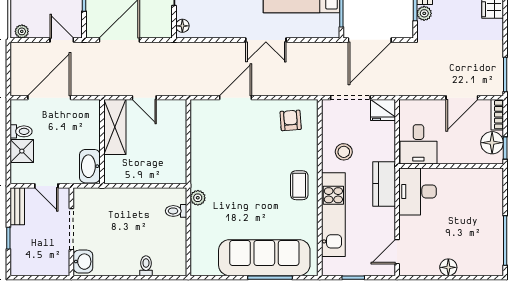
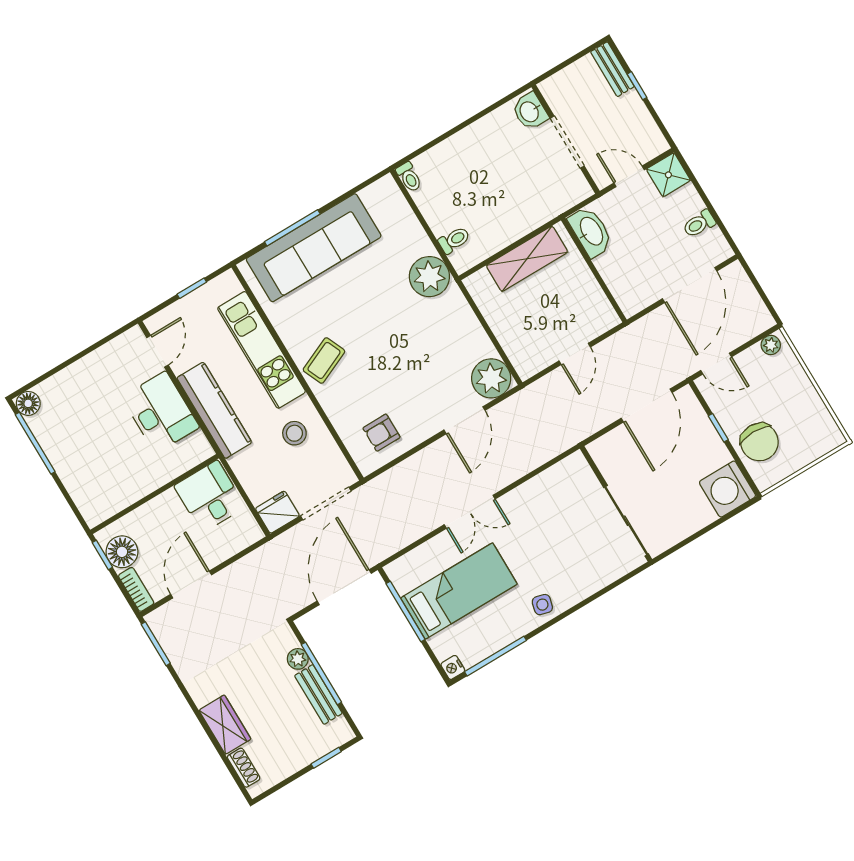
floor lamp: (182, 26) -> (581, 468), removed
double door: (266, 40) -> (470, 512), swing flipped
door: (144, 98) -> (575, 354), swing flipped
plant: (204, 113) -> (491, 378), added
armchair: (291, 120) -> (381, 433), turned 94
shelving: (115, 127) -> (527, 259), moved, turned 90
shower: (22, 151) -> (668, 175), moved
kitchen counter: (384, 184) -> (214, 410), width x1.50
coffee table: (299, 185) -> (324, 360), turned 66
desk: (418, 191) -> (161, 412), moved
plant: (198, 198) -> (429, 277), width x1.88, depth x1.88
bench: (17, 206) -> (612, 69), moved
toilet: (146, 266) -> (409, 177), moved
floor lamp: (448, 267) -> (28, 403), moved

